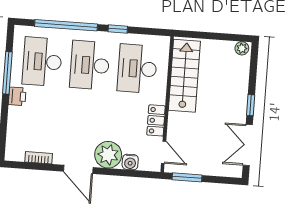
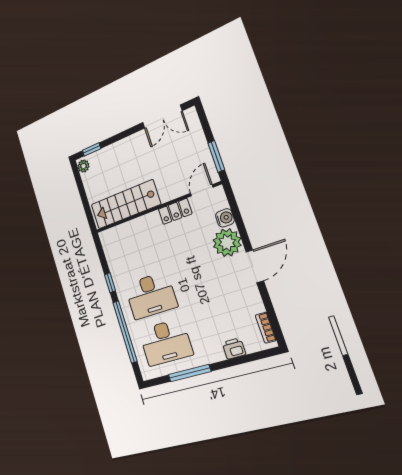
desk: (137, 69) -> (136, 250), removed
printer: (17, 96) -> (234, 349), moved
window: (251, 105) -> (92, 149), moved
bookcase: (39, 158) -> (266, 328), moved

